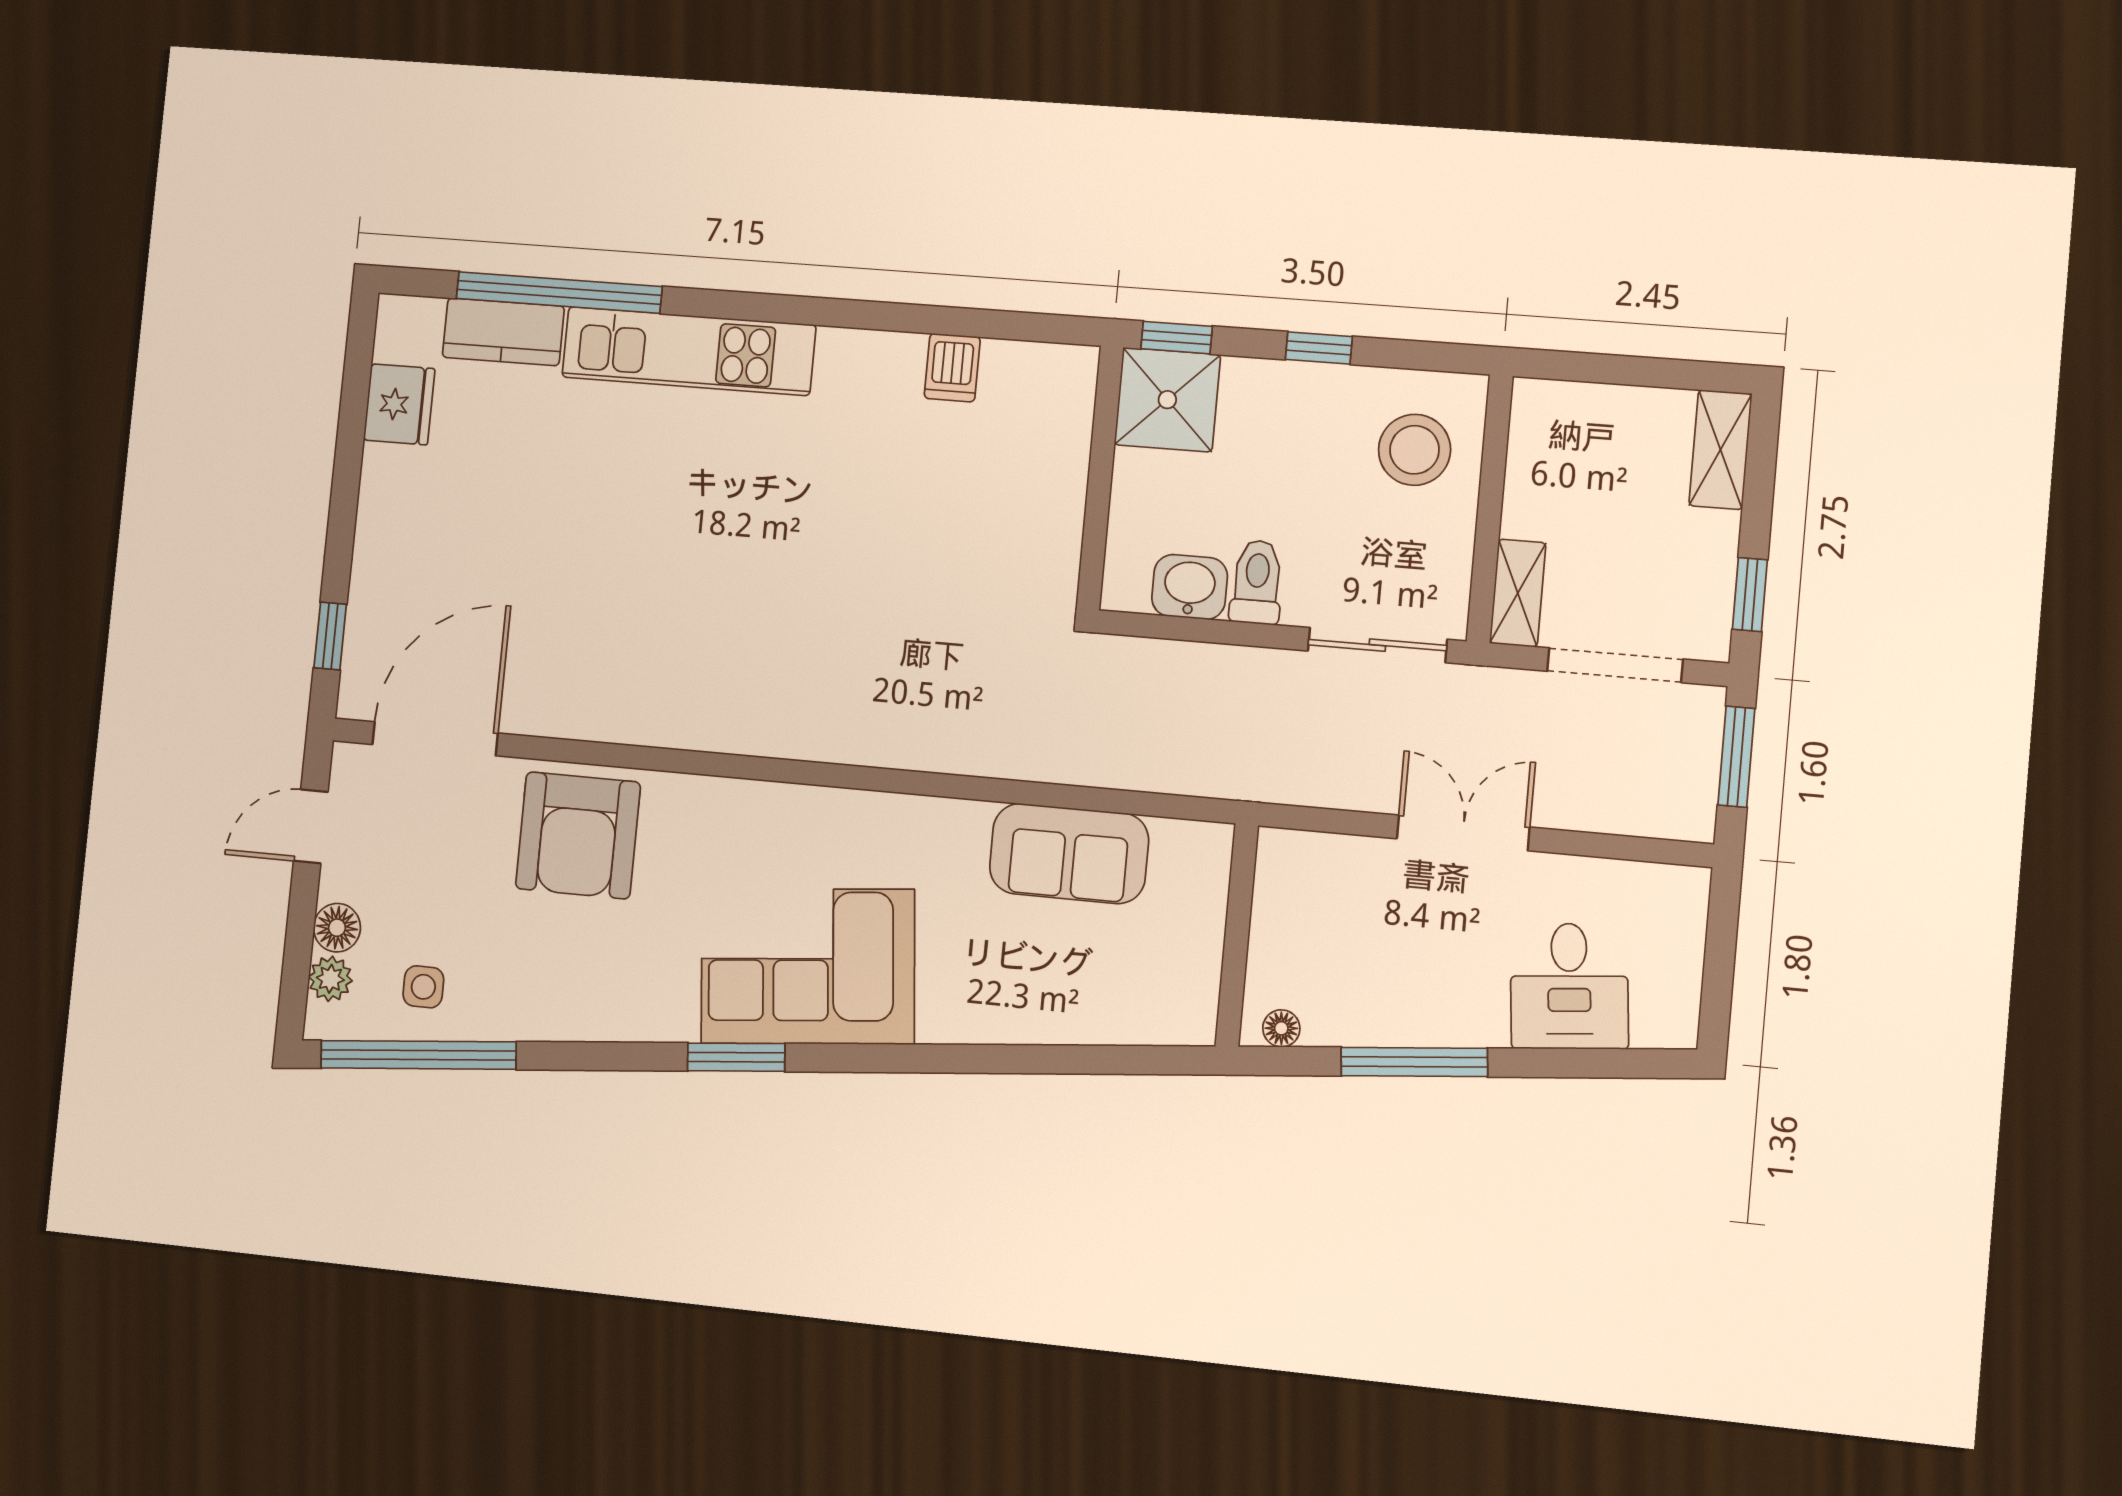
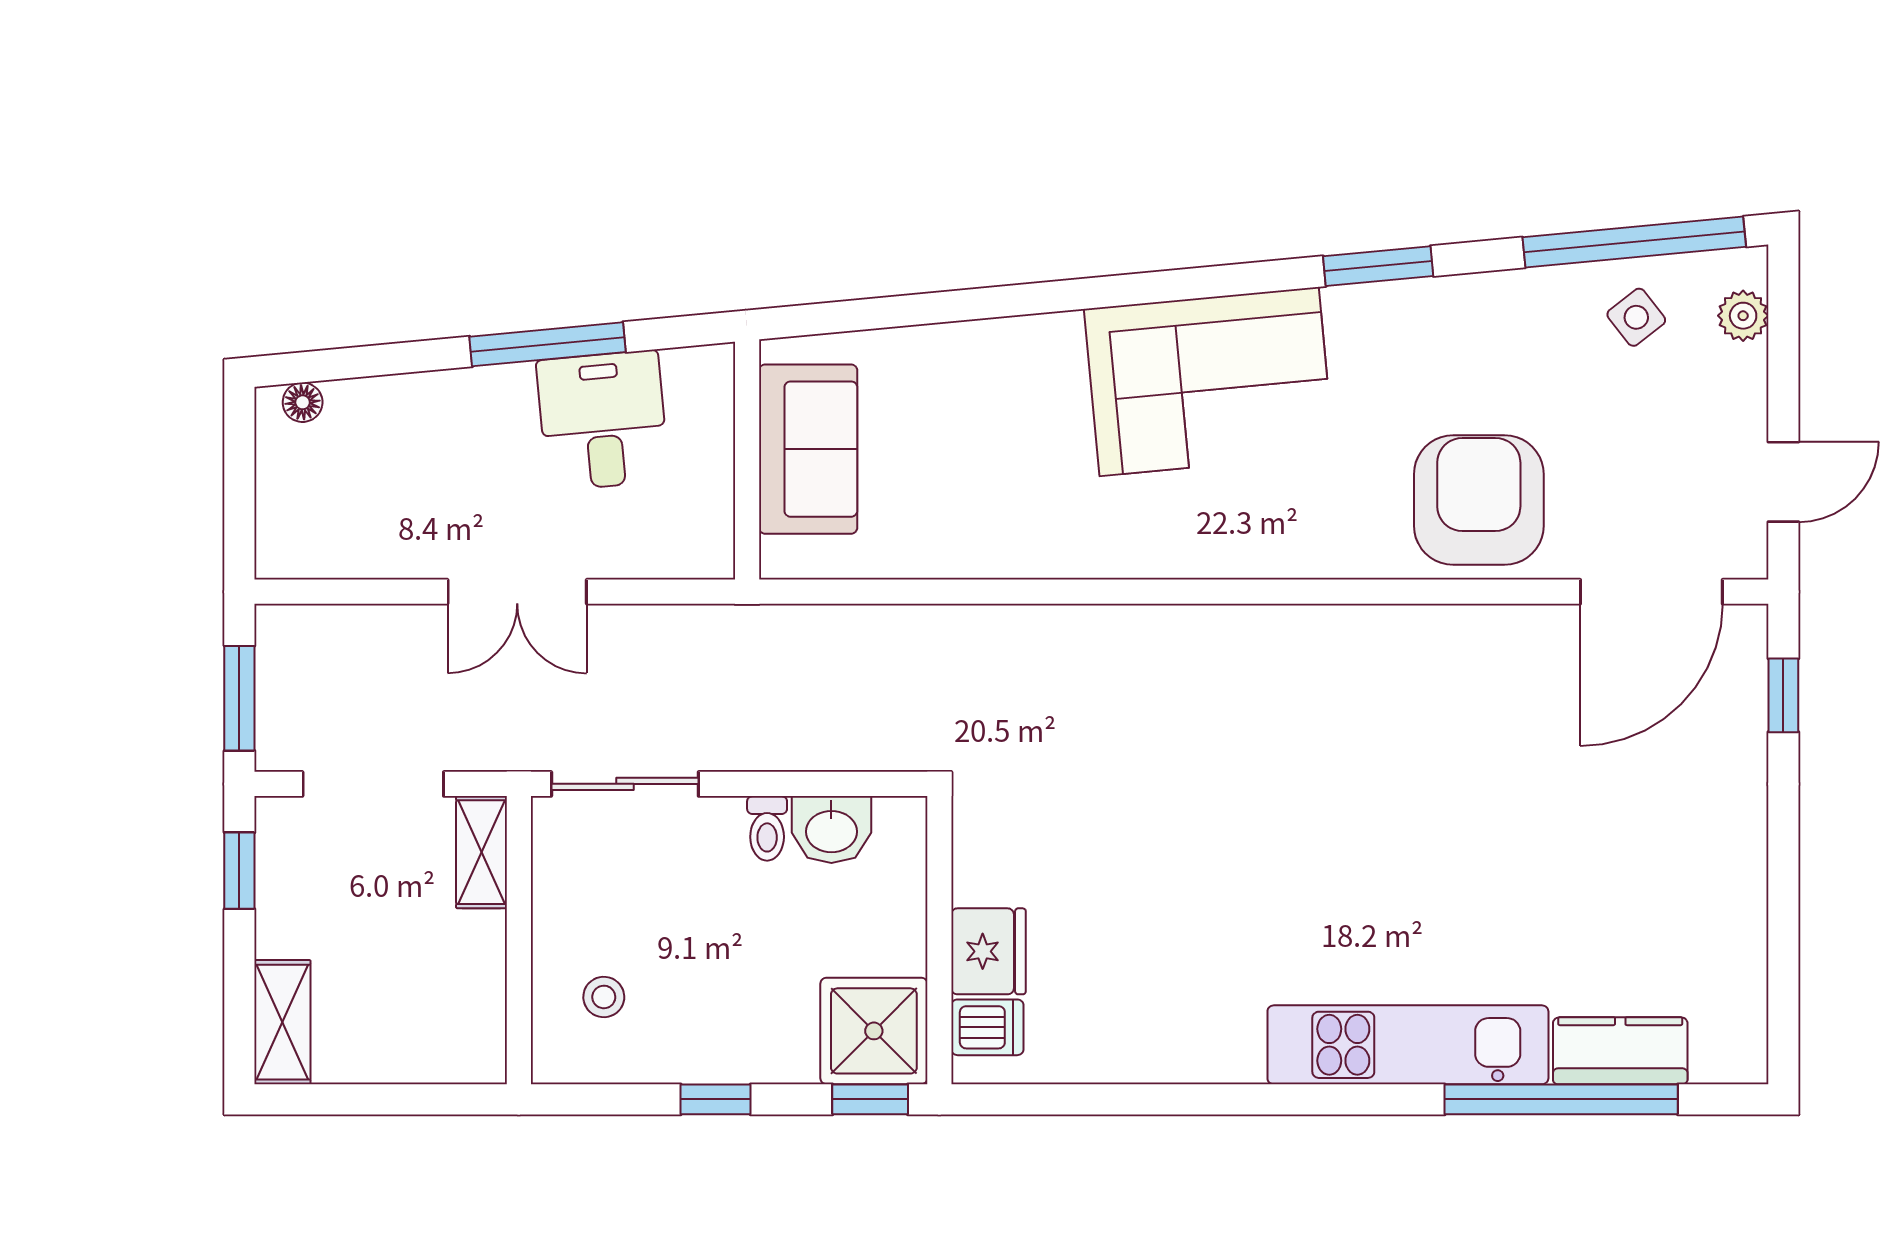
dishwasher: (952, 368) -> (987, 1027), moved, turned 90
fridge: (399, 404) -> (988, 951), moved, turned 180
stool: (1414, 450) -> (604, 997), width x0.53, depth x0.53
toilet: (1257, 582) -> (767, 828), width x0.73, depth x0.72
sofa: (1069, 853) -> (808, 449), moved, turned 90
floor lamp: (337, 928) -> (1741, 373), removed
desk: (1569, 986) -> (603, 421), moved
side table: (423, 987) -> (1636, 317), turned -38
floor lamp: (1281, 1028) -> (303, 402), moved
window: (736, 1057) -> (1378, 266), moved

